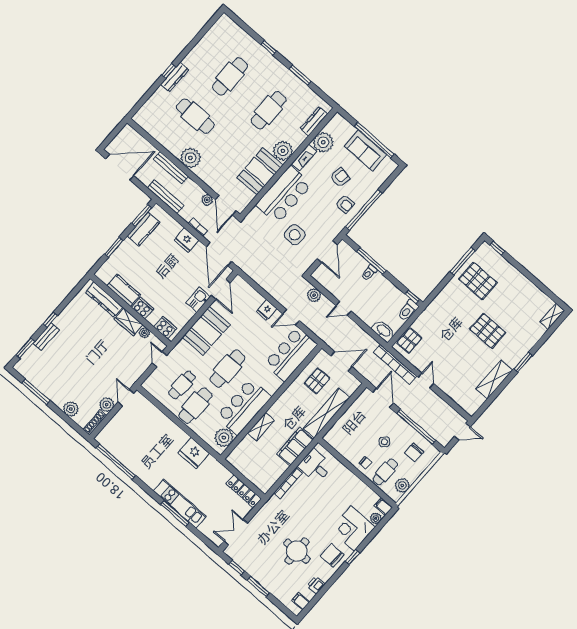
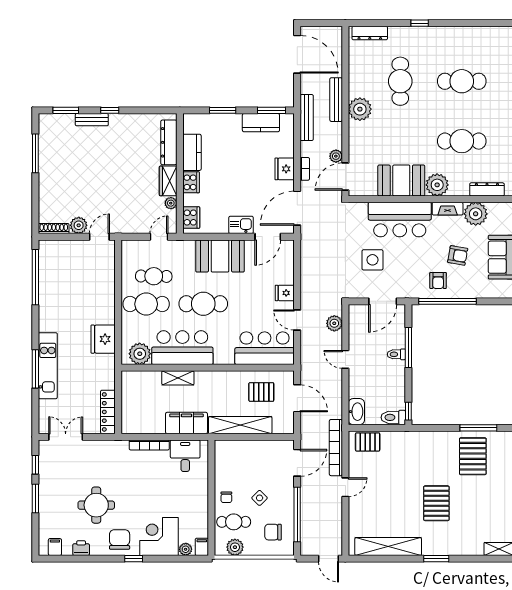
dresser: (175, 77) -> (370, 33), moved
shelving: (494, 380) -> (388, 547), width x1.47
plant: (71, 409) -> (47, 197), removed

